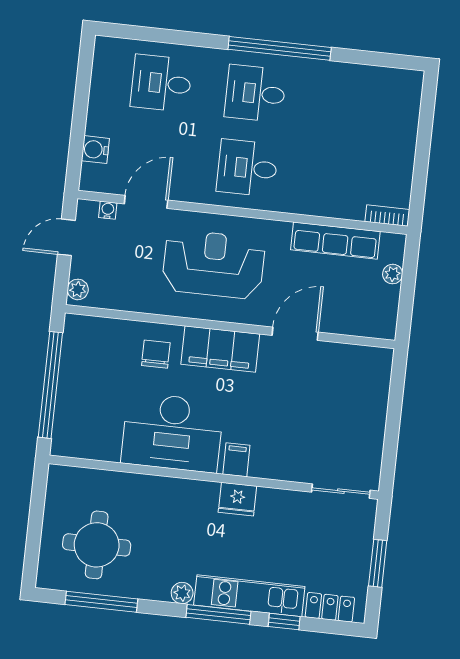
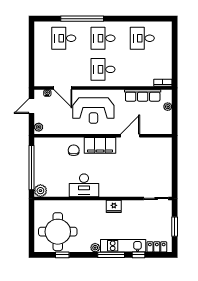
window: (280, 48) -> (82, 19), moved
desk: (349, 104) -> (142, 38), added
water cooler: (95, 150) -> (40, 69), removed
door: (146, 202) -> (63, 88), swing flipped
reception desk: (214, 264) -> (93, 111), turned 180
desk: (172, 432) -> (84, 185), width x0.73, depth x0.77
plant: (66, 442) -> (40, 191), added
filing cabinet: (236, 460) -> (112, 190), removed
round table: (97, 545) -> (58, 232), width x1.36, depth x1.36
window: (101, 602) -> (62, 255), width x0.46

